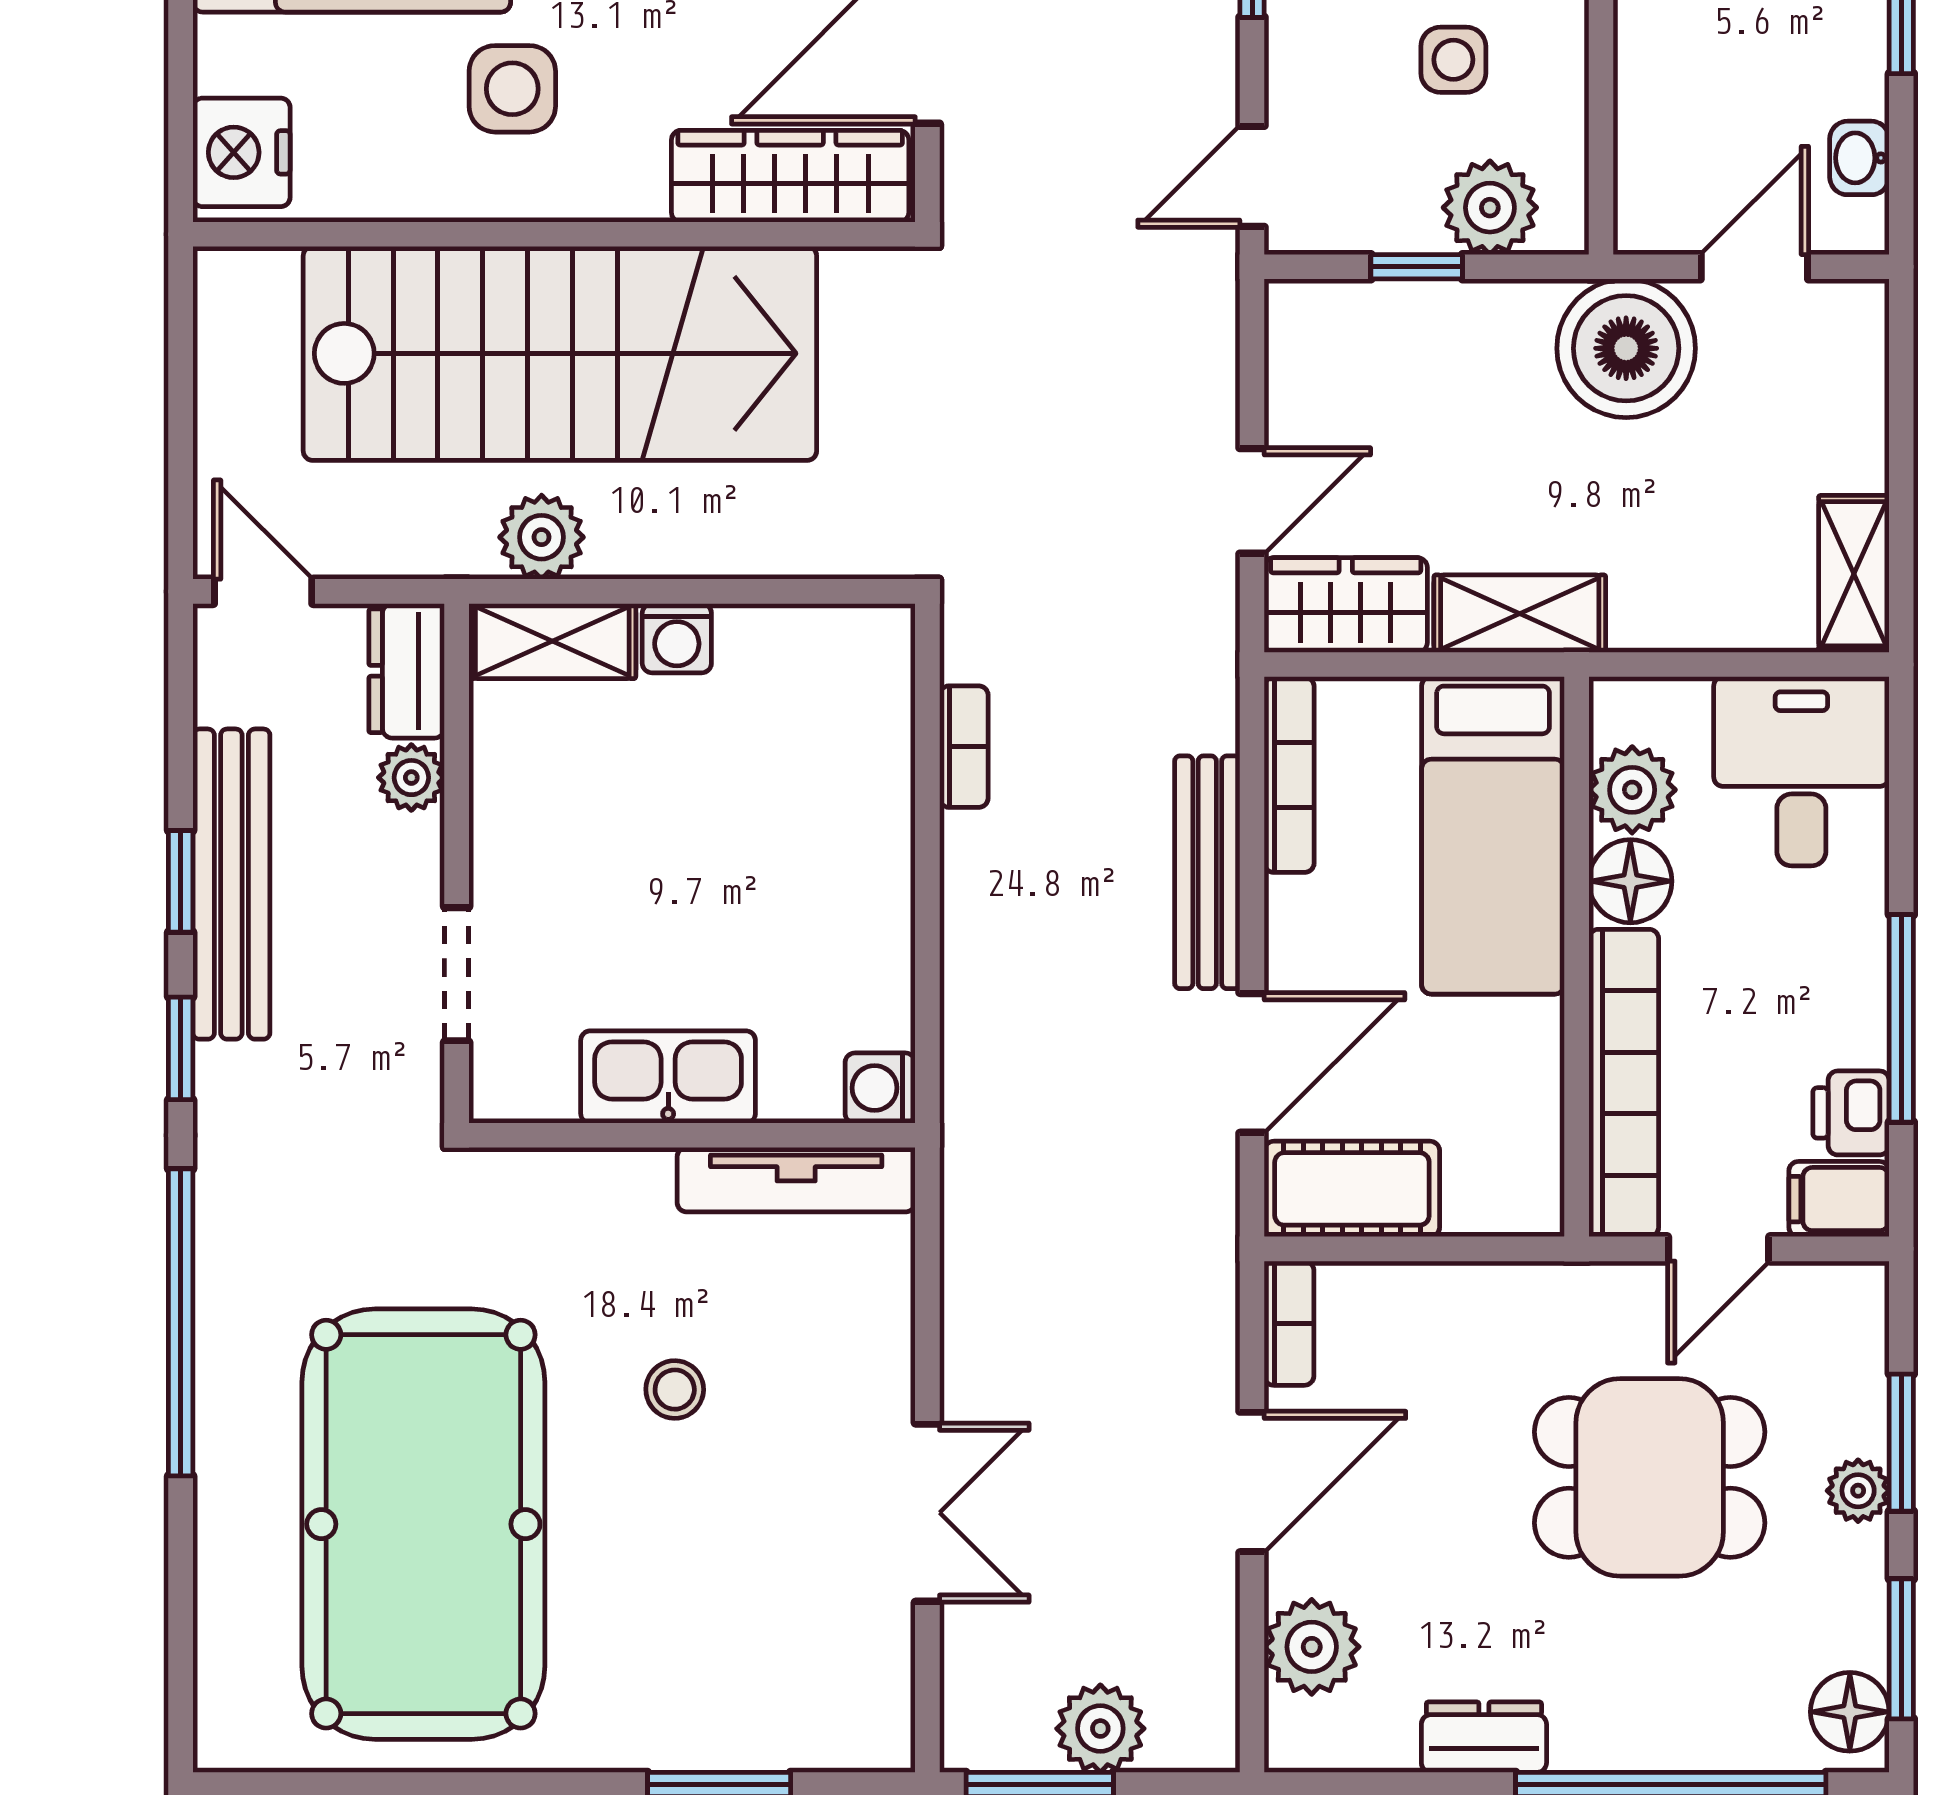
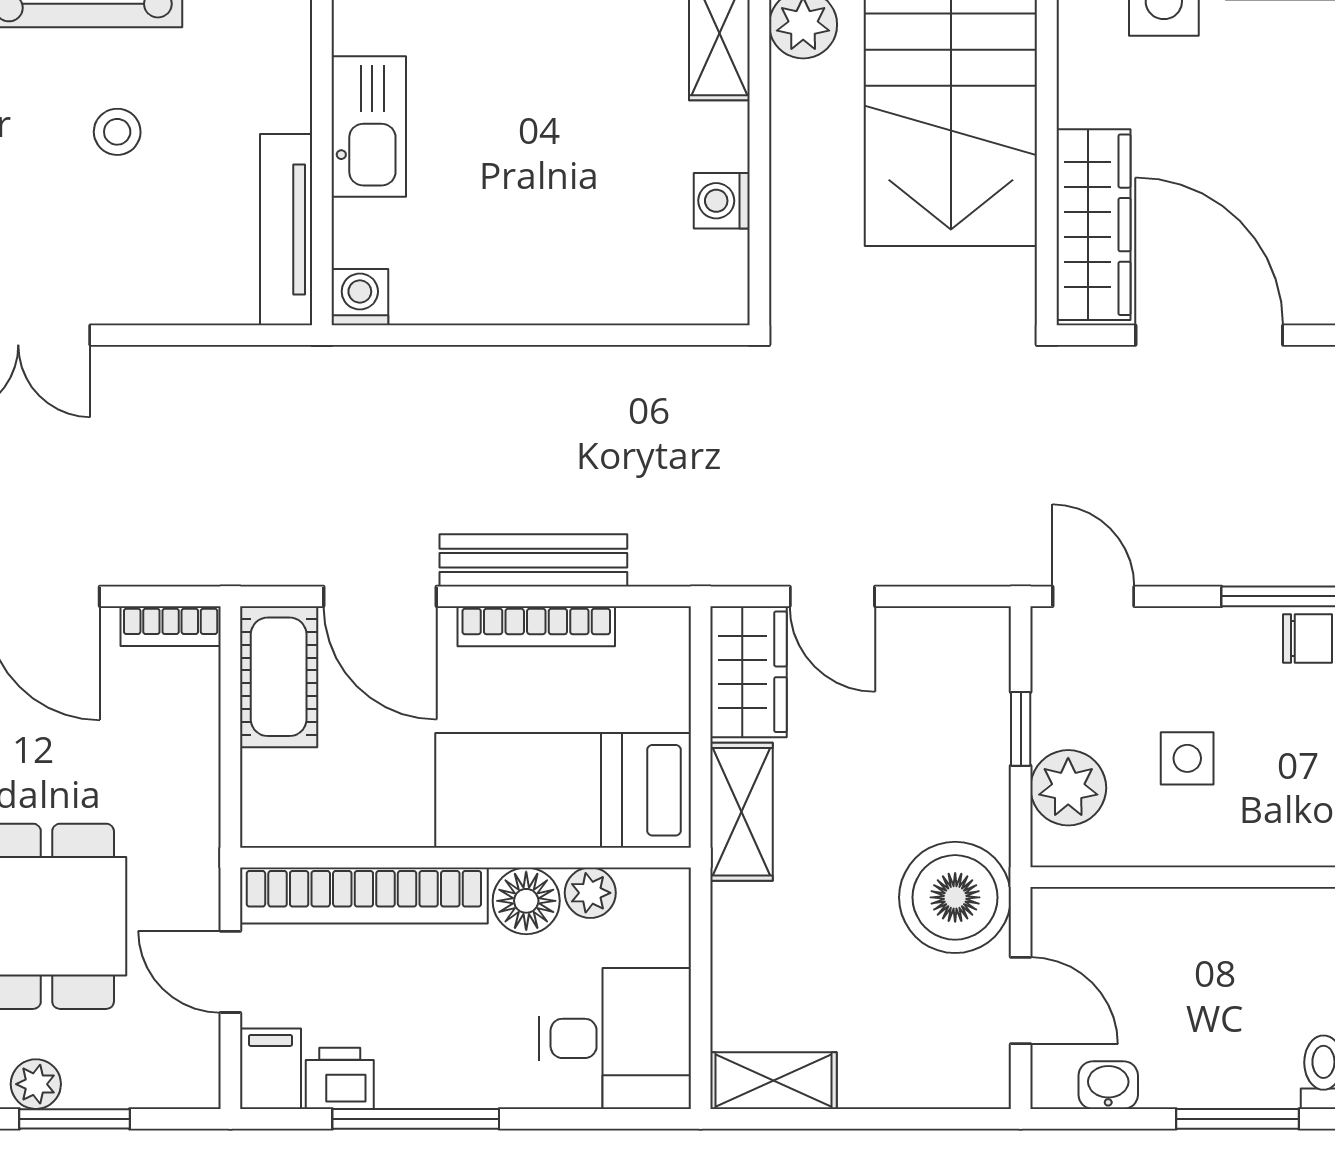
washing machine: (677, 638) -> (722, 201), moved
bookcase: (964, 747) -> (635, 364), removed
bookcase: (1289, 775) -> (536, 626), moved
plant: (1632, 790) -> (590, 893), width x0.73, depth x0.73

